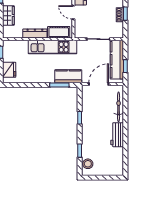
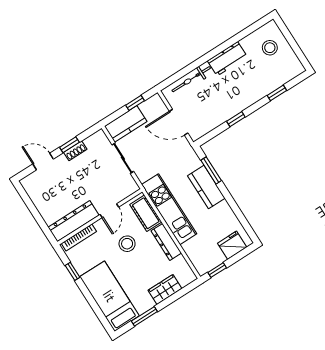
stool: (48, 11) -> (127, 244), added
kitchen counter: (117, 60) -> (126, 124), width x0.67
kitchen counter: (68, 76) -> (206, 187), moved
stool: (88, 164) -> (270, 48), moved

